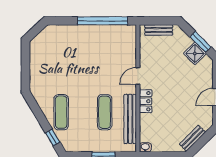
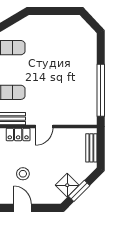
door: (138, 76) -> (44, 127), swing flipped
stool: (184, 97) -> (23, 174), added

